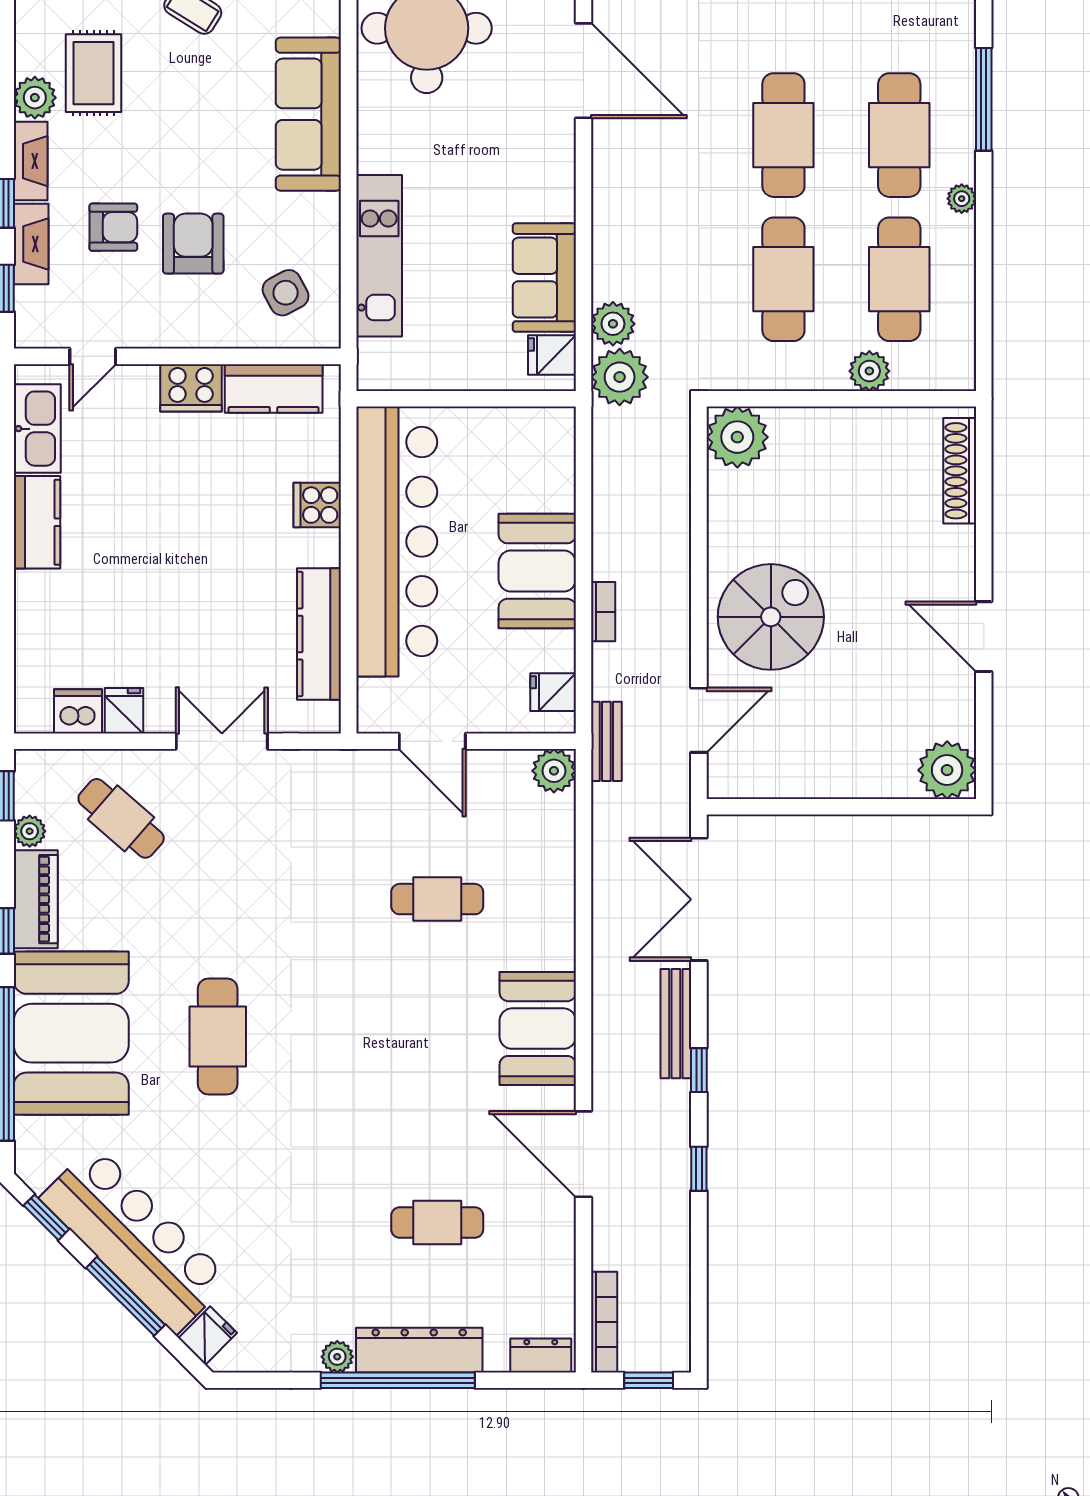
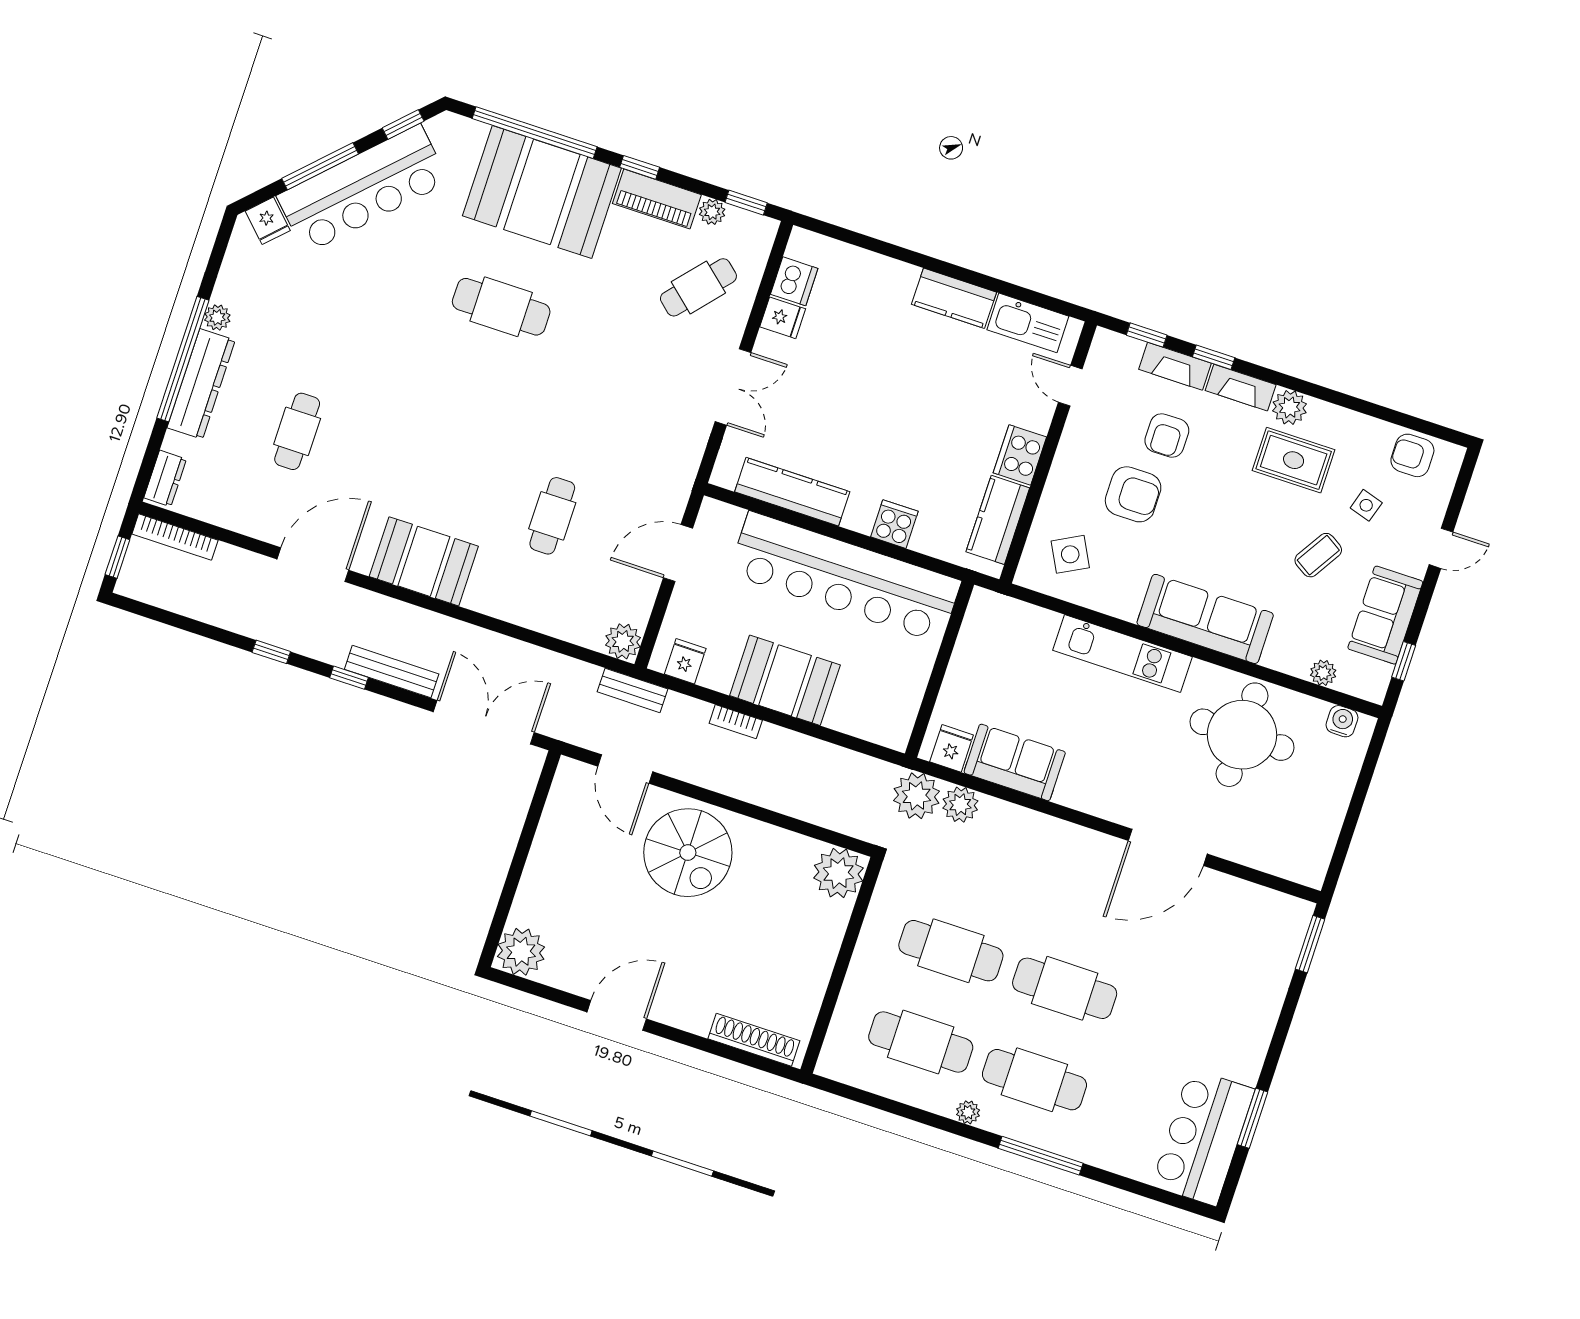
kitchen unit: (379, 256) -> (1123, 654), moved
plant: (869, 371) -> (856, 994), removed

